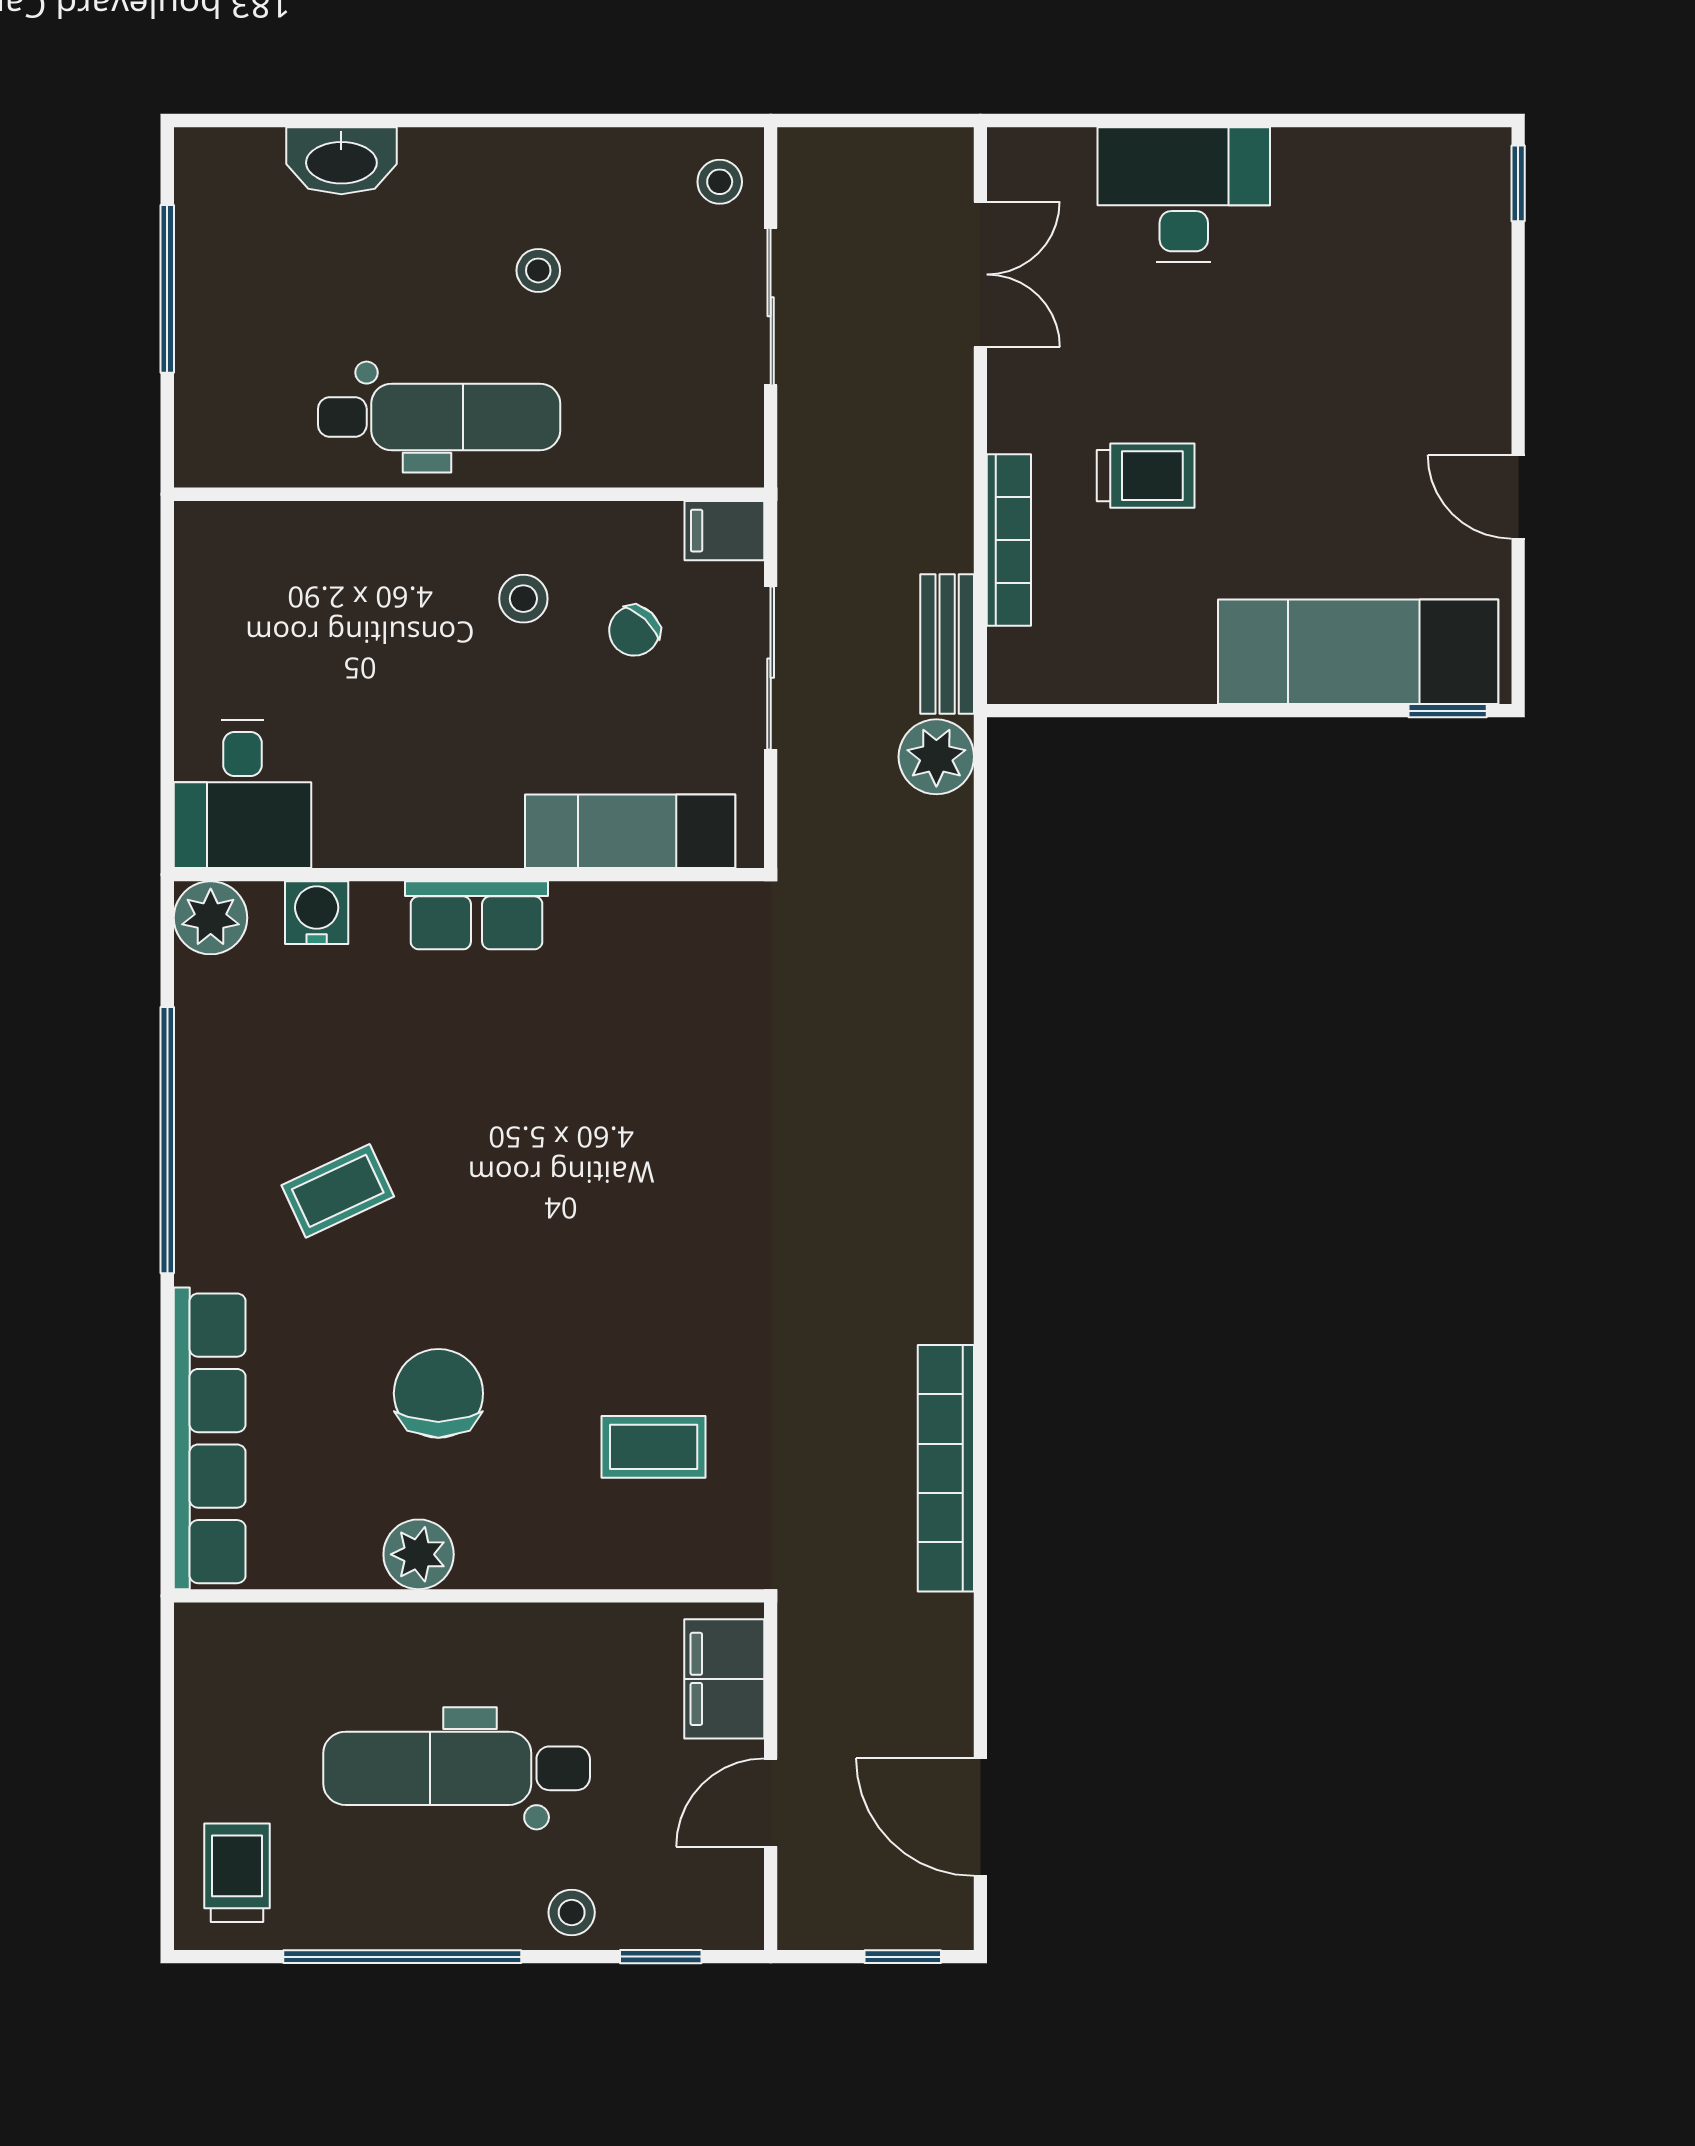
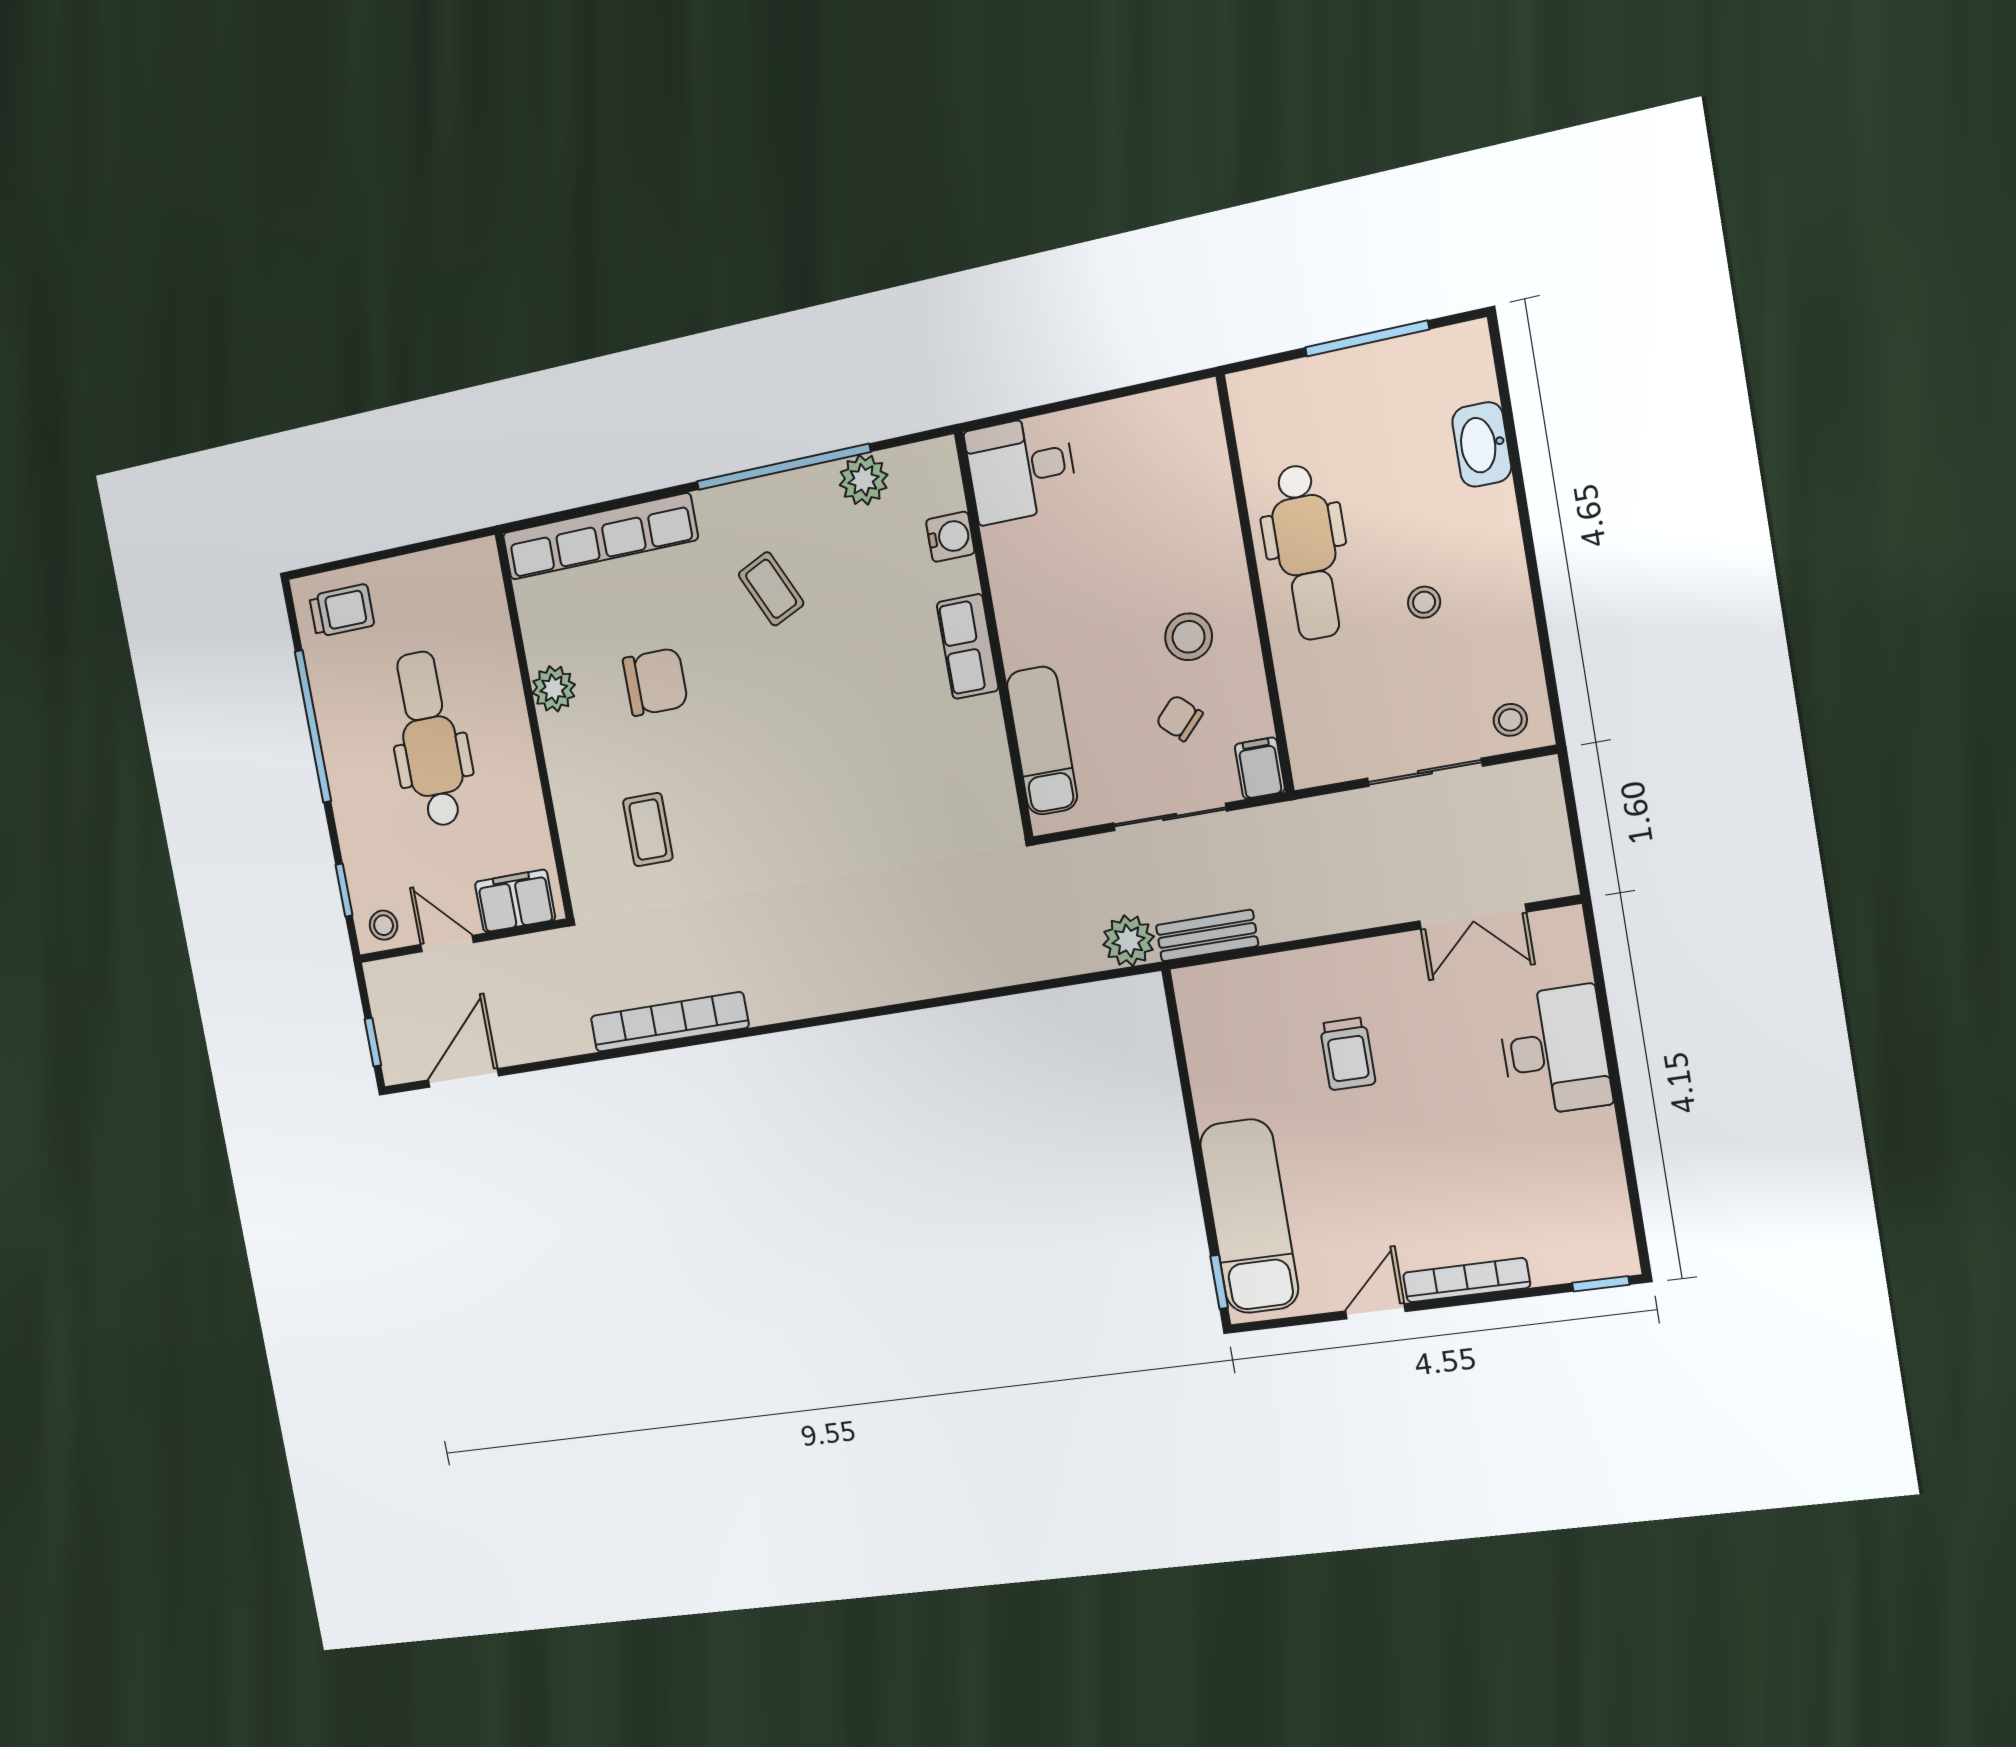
bookcase: (1009, 540) -> (1466, 1280), moved, turned 180
stool: (523, 599) -> (1189, 637), width x1.37, depth x1.37
plant: (211, 918) -> (864, 480), moved
stool: (572, 1912) -> (384, 925), moved

